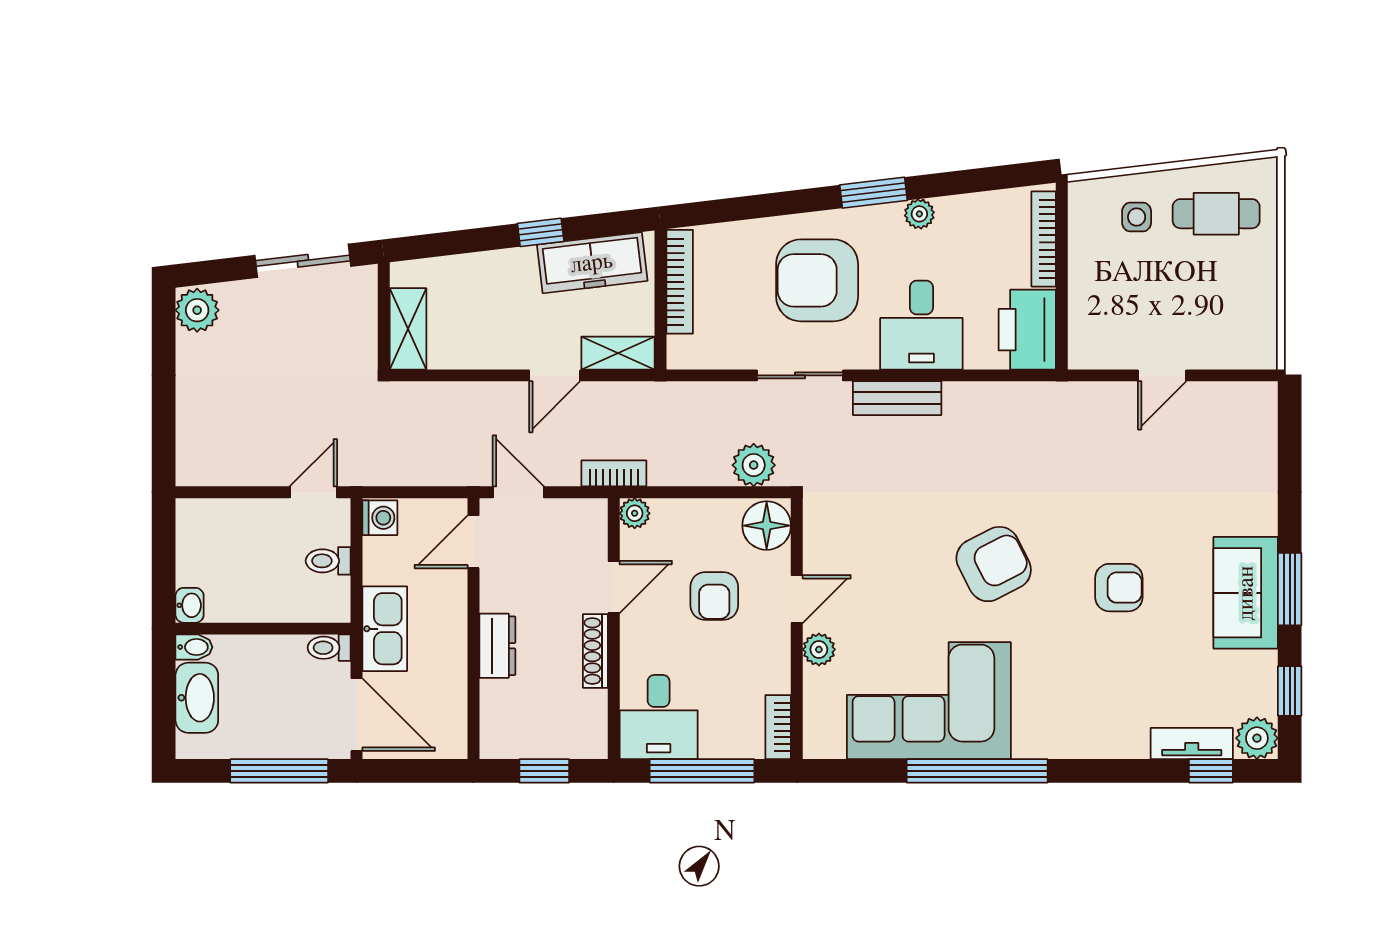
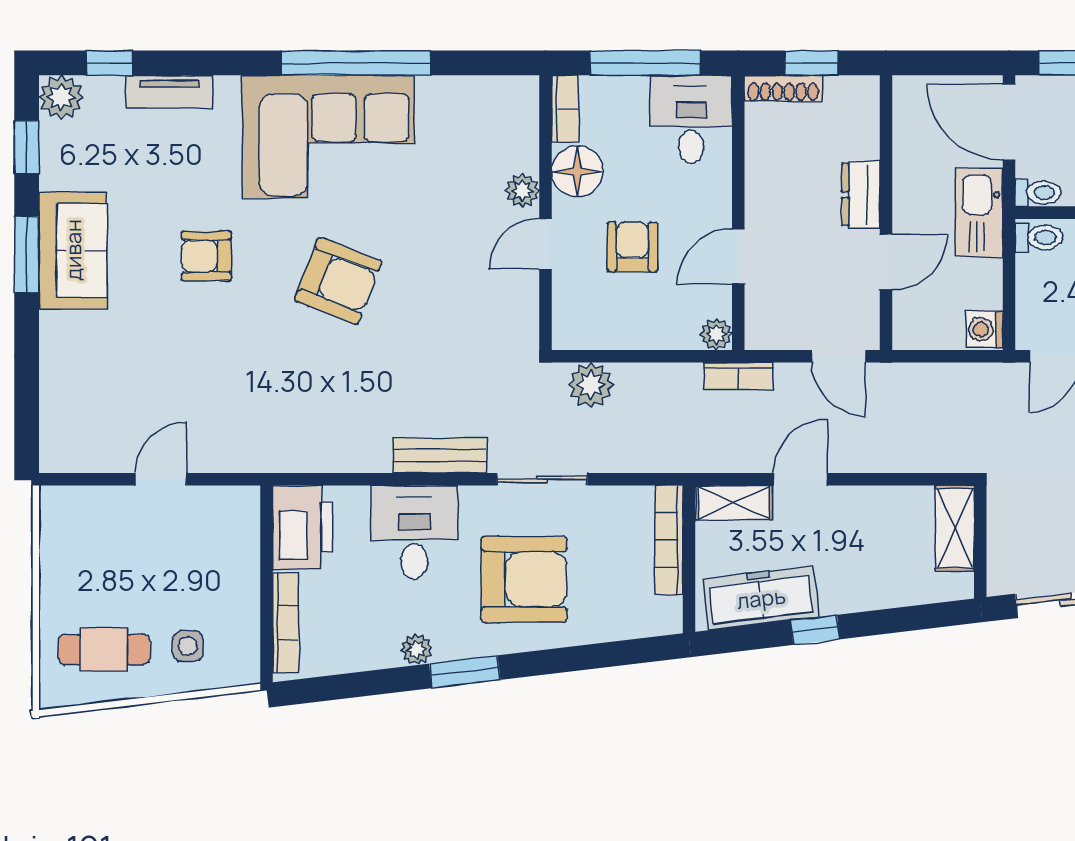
bookcase: (680, 282) -> (669, 540), moved
floor lamp: (767, 526) -> (577, 172), moved
door: (473, 542) -> (886, 262), moved
toilet: (328, 561) -> (1039, 238), moved
armchair: (994, 564) -> (338, 281), turned -132
shoe rack: (595, 651) -> (783, 88), moved, turned 90
corner sofa: (929, 701) -> (328, 137), moved
tv unit: (1192, 743) -> (169, 92), moved

